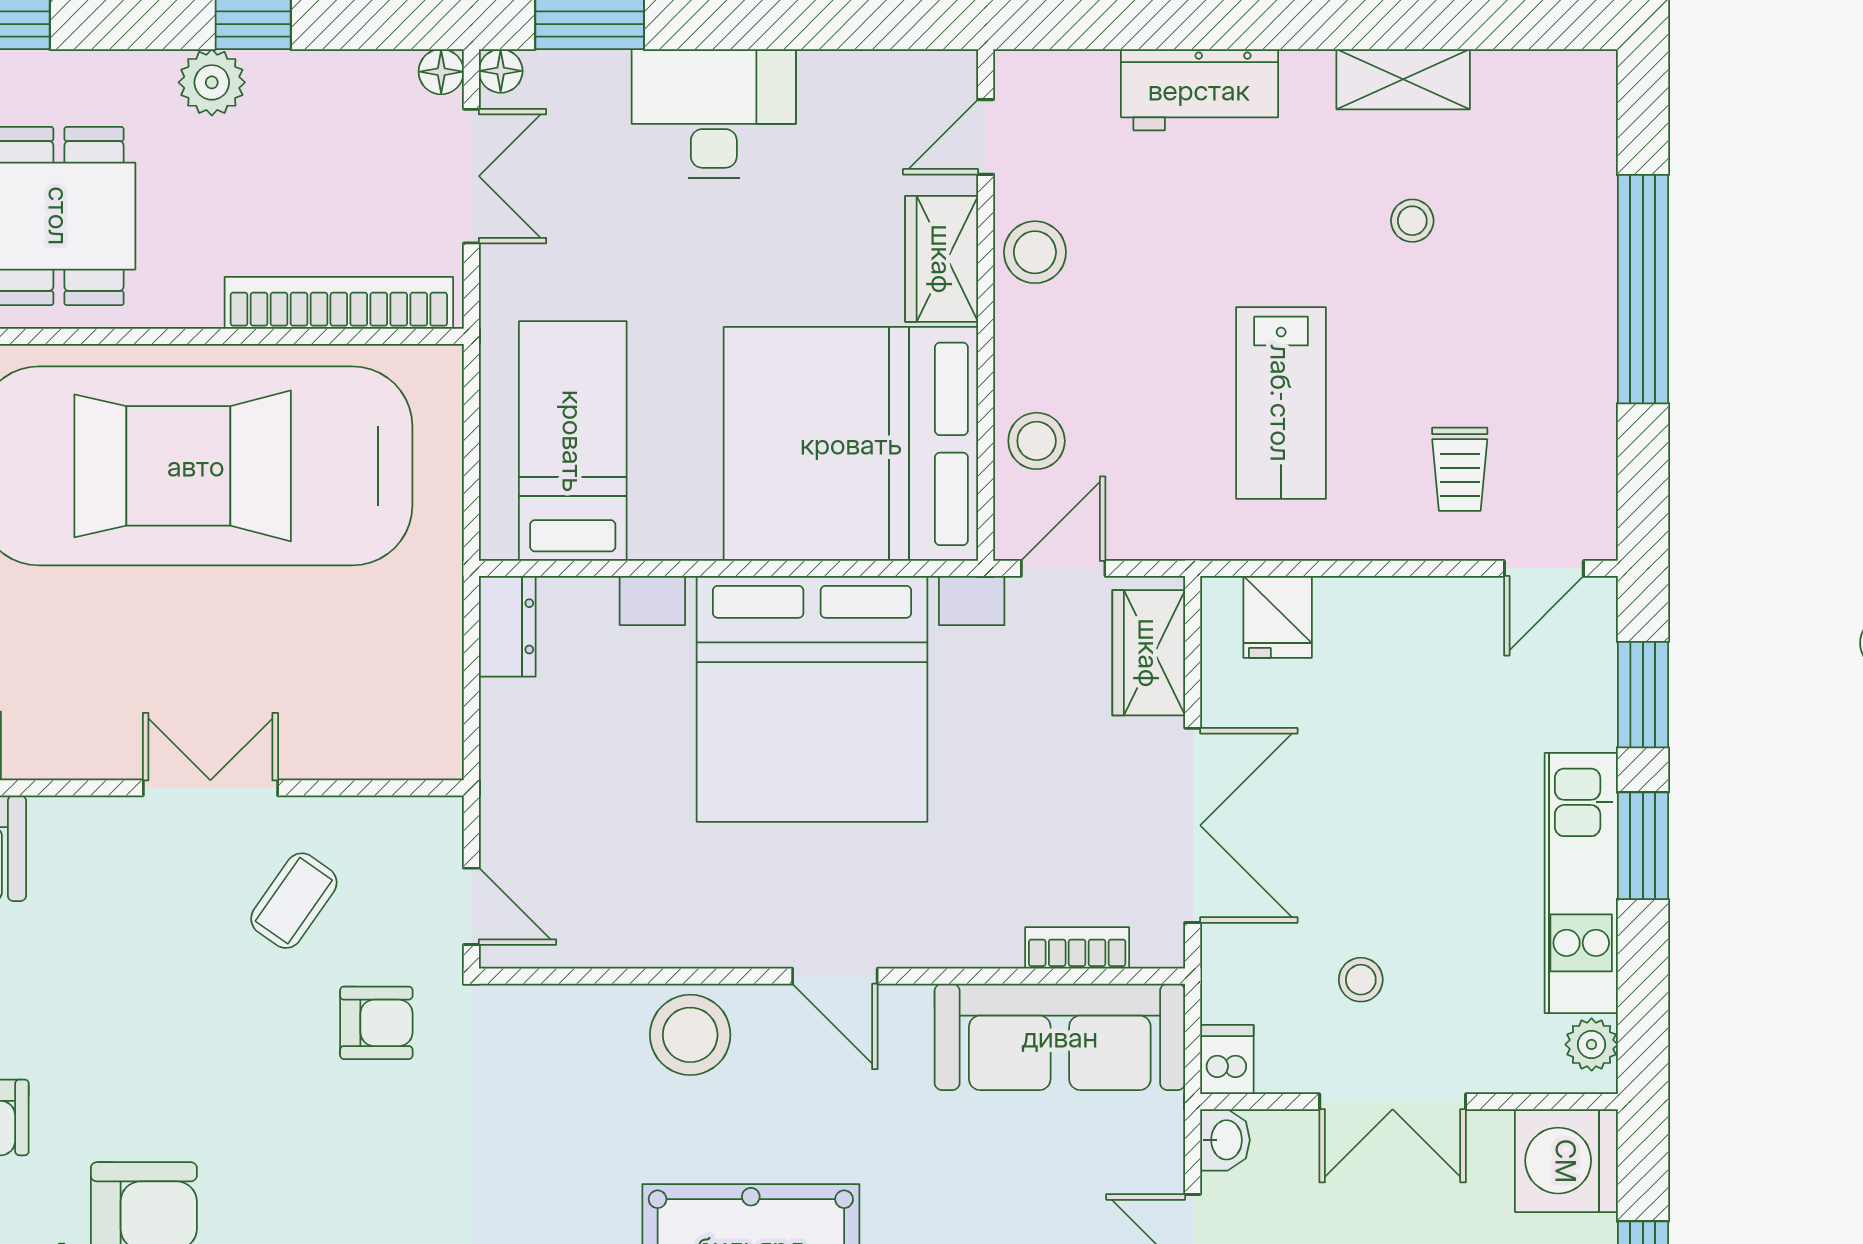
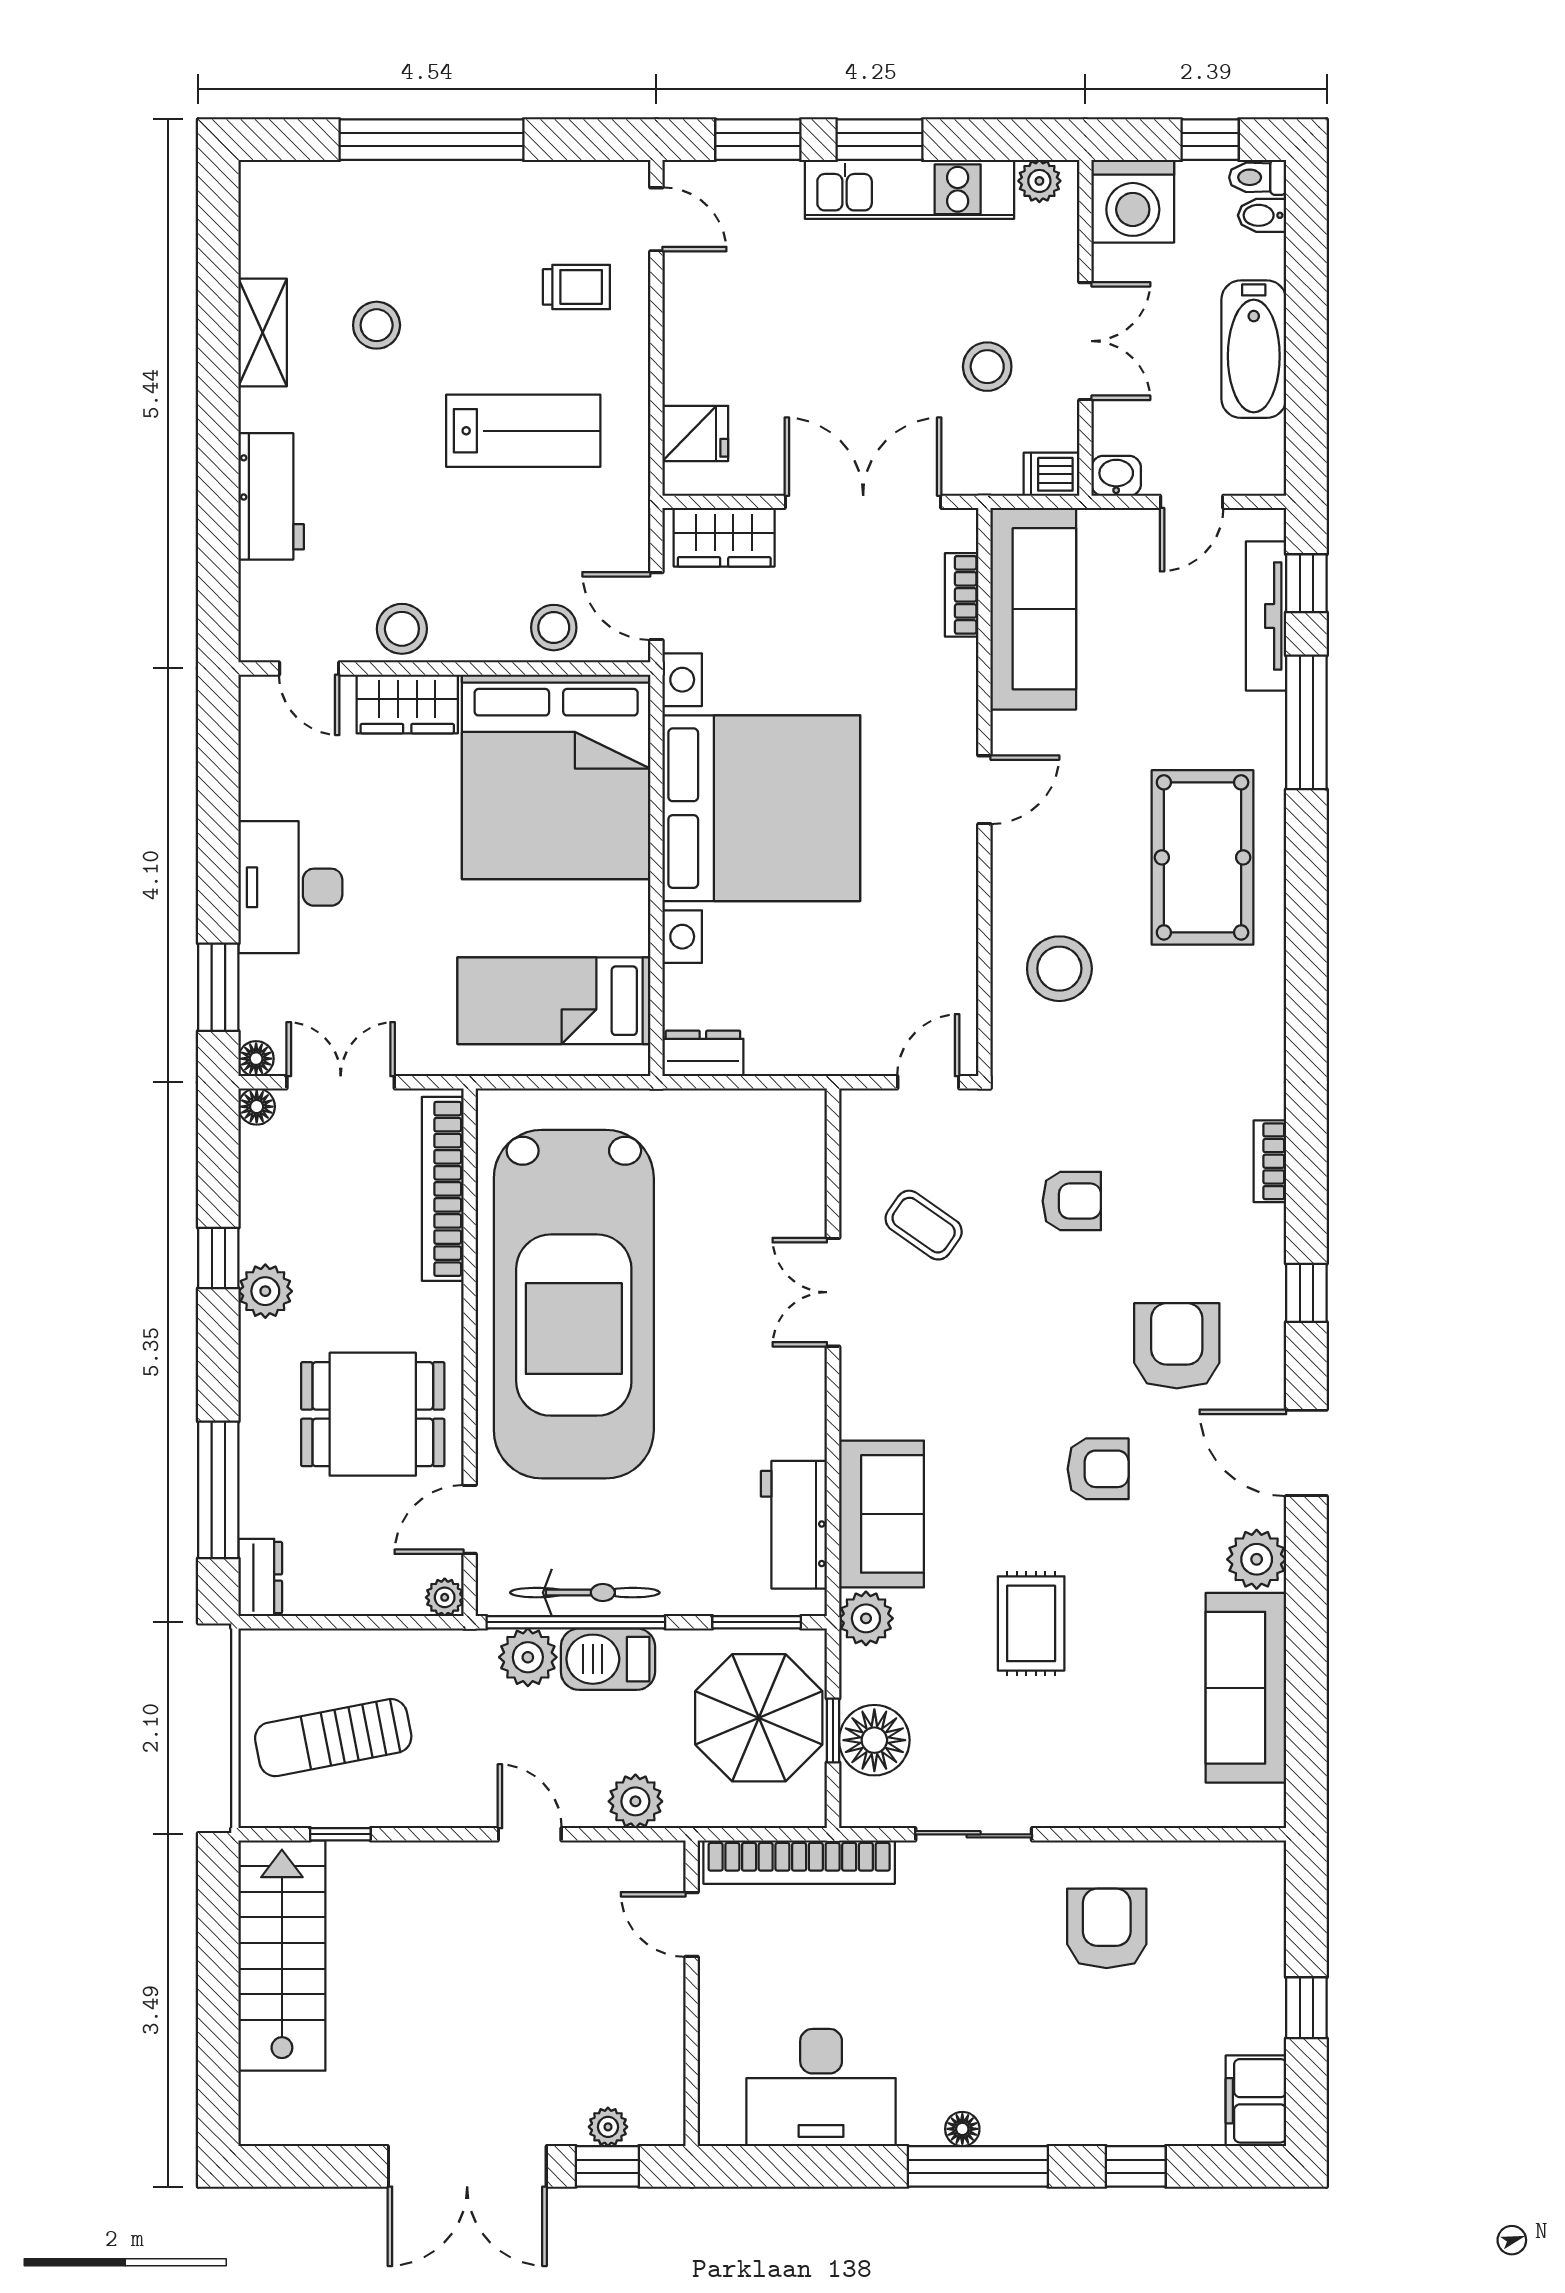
stool: (1412, 221) -> (377, 325), width x1.37, depth x1.37
stool: (1361, 980) -> (987, 367), width x1.37, depth x1.37
armchair: (376, 1023) -> (1072, 1201), moved, turned 90
stool: (690, 1035) -> (1059, 969), moved

